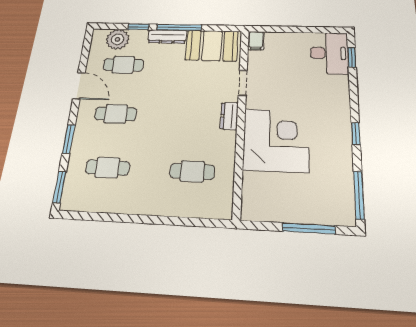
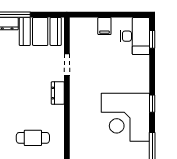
filing cabinet: (256, 41) -> (104, 26), moved
corner desk: (276, 140) -> (125, 117), moved, turned 180

